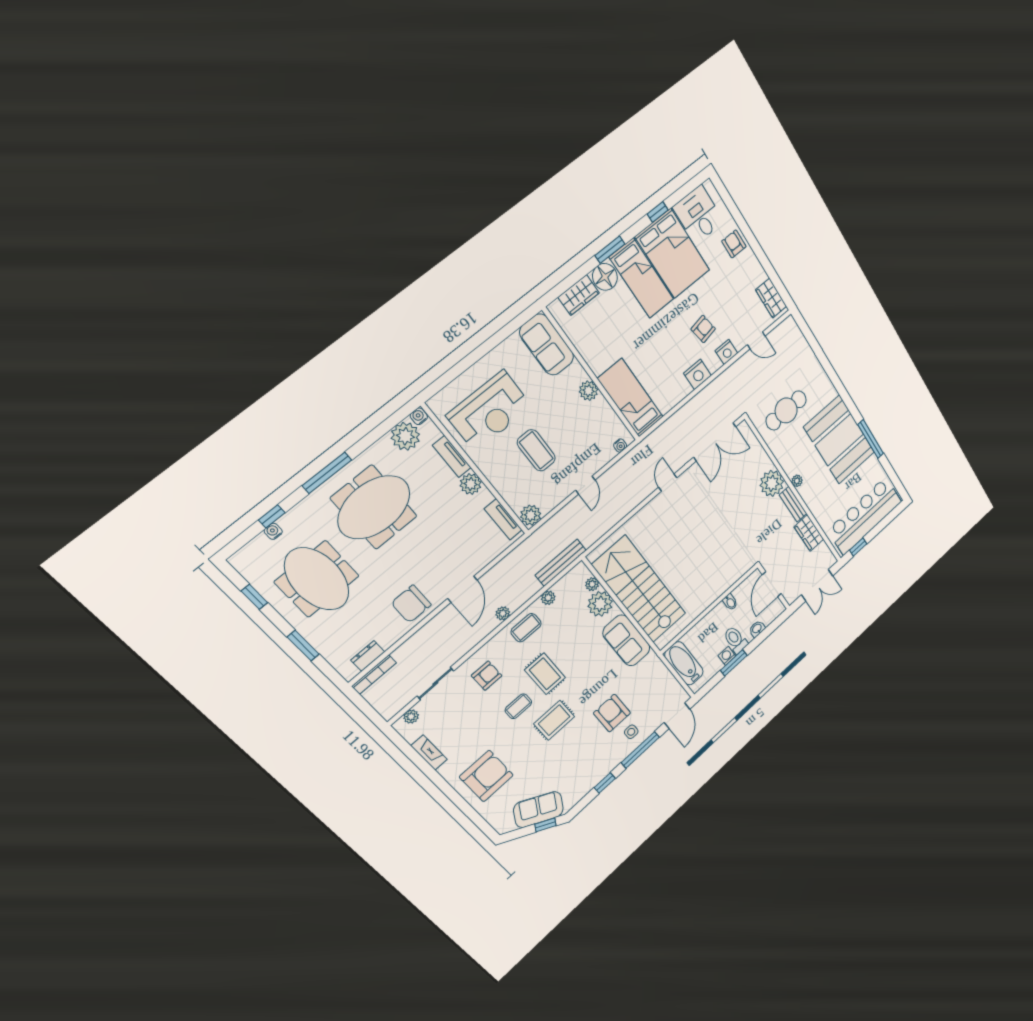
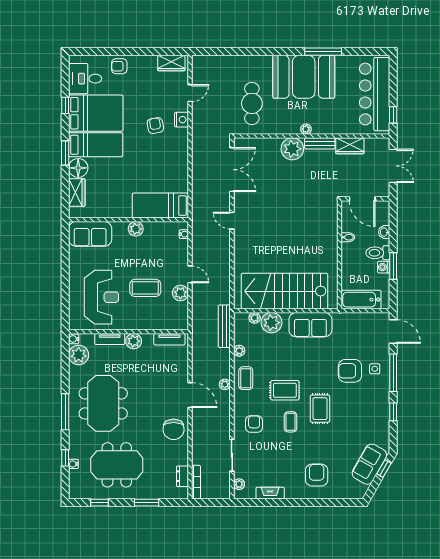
nightstand: (697, 374) -> (180, 150), removed
plant: (531, 515) -> (180, 293), moved
armchair: (486, 776) -> (317, 475), width x0.73, depth x0.73

